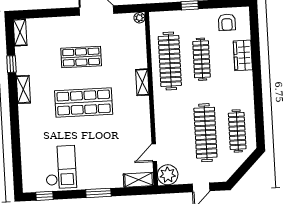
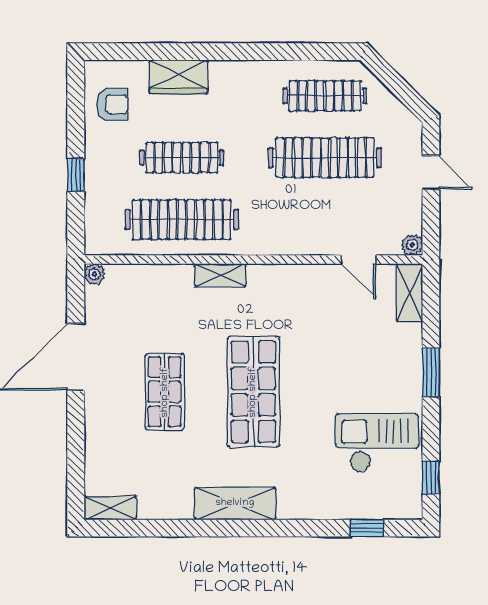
window: (11, 64) -> (367, 528), moved
shelving: (23, 89) -> (235, 503), width x1.50, depth x1.33
plant: (168, 175) -> (412, 245), width x0.53, depth x0.53

